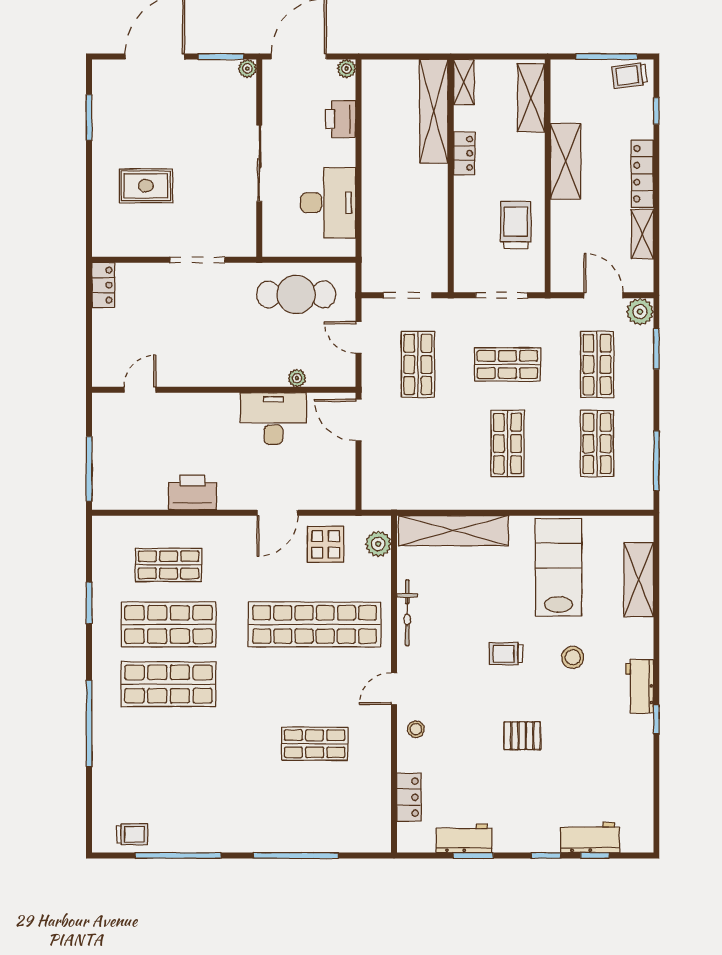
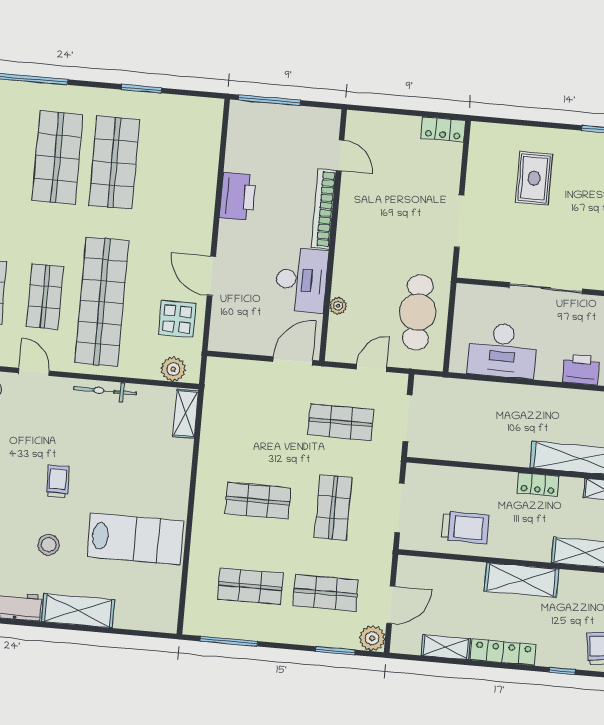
bookcase: (197, 402) -> (324, 209), added
shelving: (453, 531) -> (186, 414), width x0.45, depth x0.75
shop shelf: (169, 565) -> (45, 297), moved
shelving: (639, 580) -> (78, 611), moved

